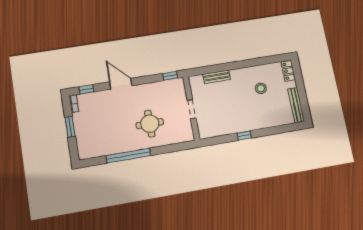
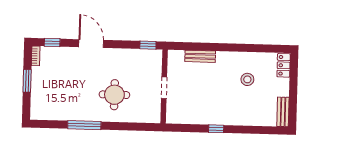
bench: (296, 105) -> (283, 112), width x0.73
window: (128, 156) -> (84, 125), width x0.68

